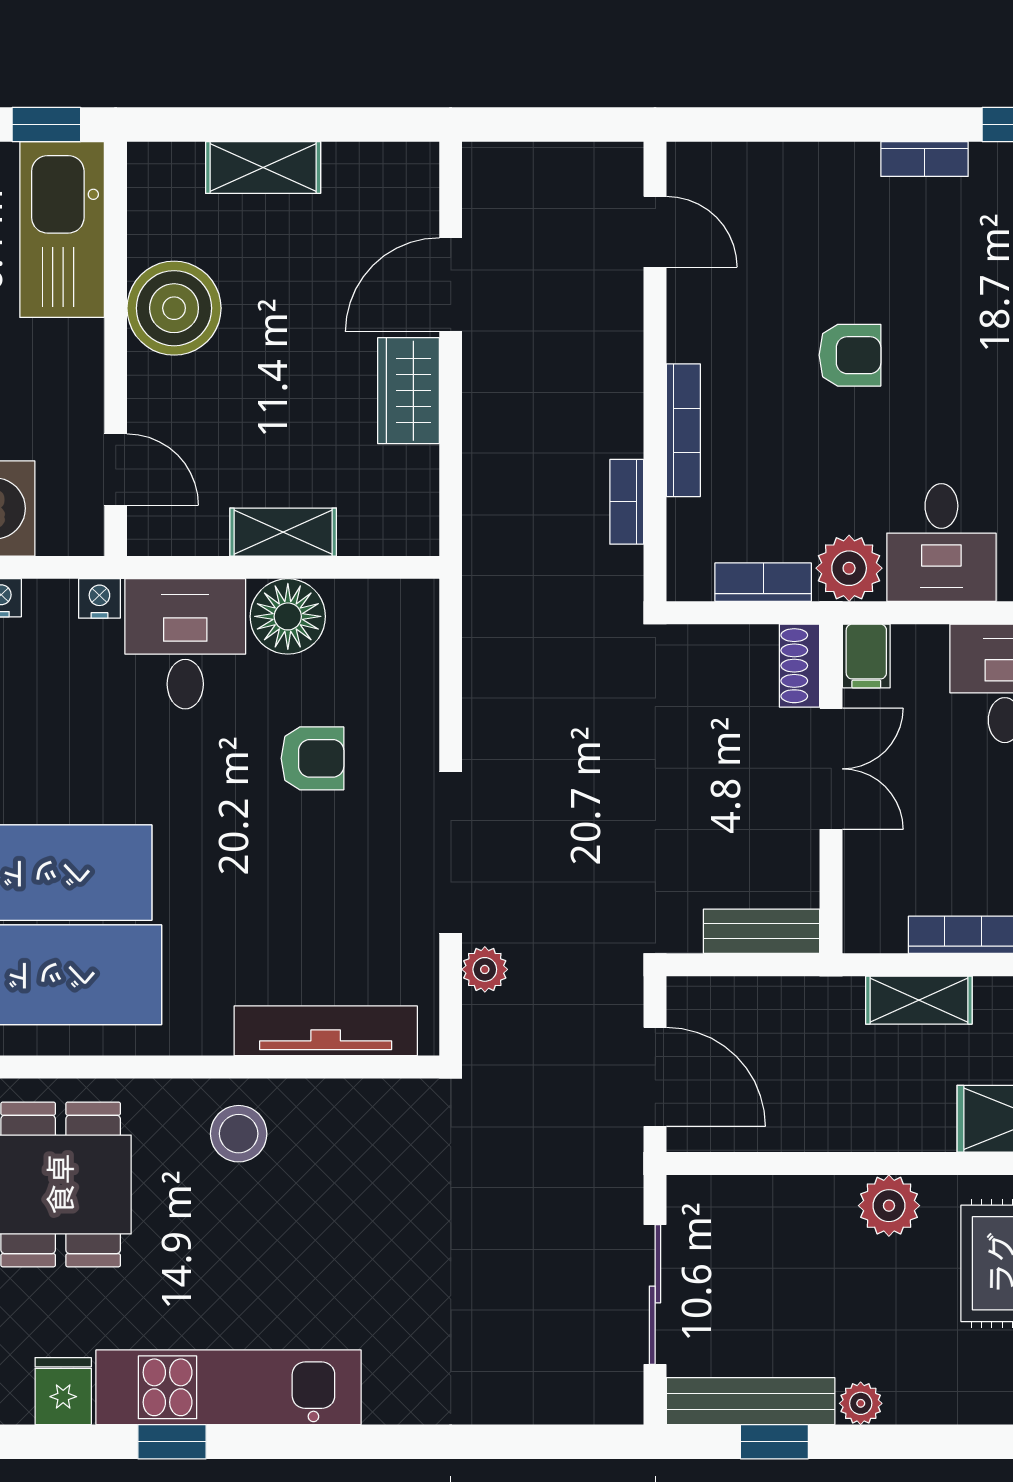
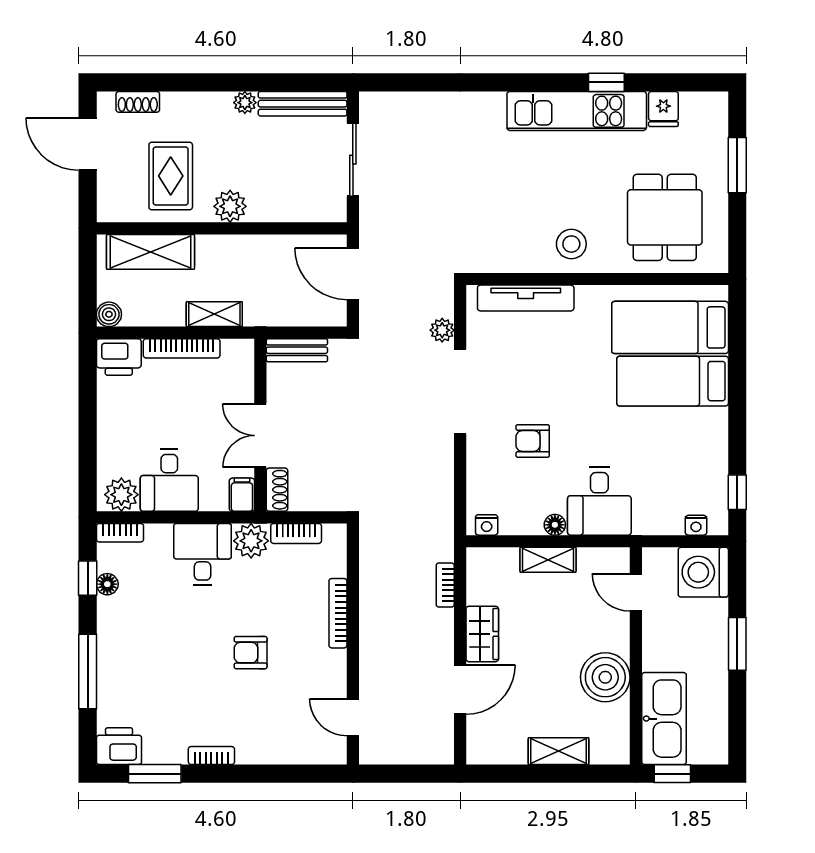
bookcase: (627, 502) -> (445, 585), moved, turned 180
nightstand: (99, 598) -> (487, 525), moved
floor lamp: (288, 616) -> (555, 525), width x0.53, depth x0.53
window: (774, 1442) -> (290, 82), removed

